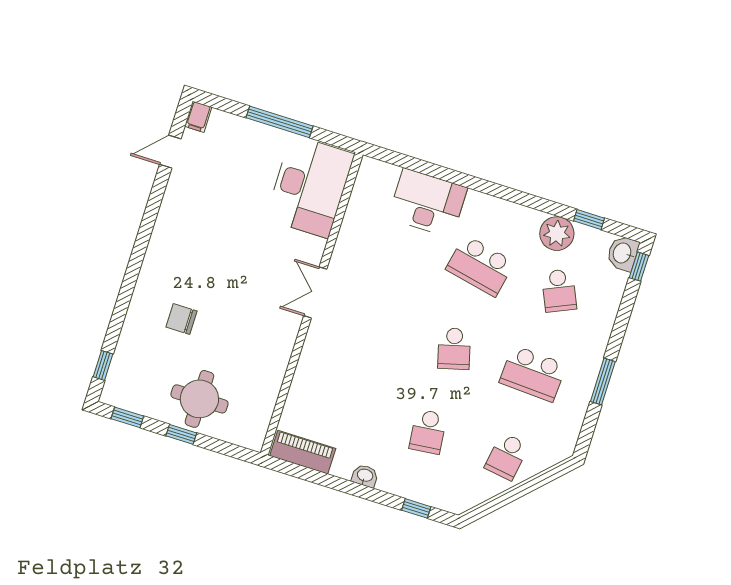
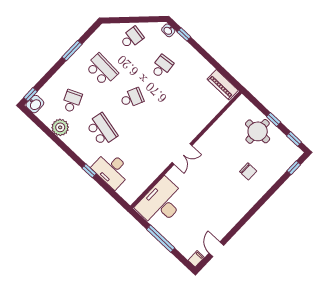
door: (170, 152) -> (216, 249), swing flipped
window: (589, 220) -> (89, 171), moved
school desk: (454, 349) -> (132, 98), turned 39
washbasin: (365, 476) -> (168, 30), moved

